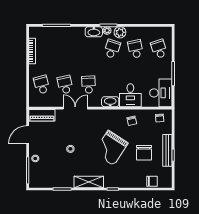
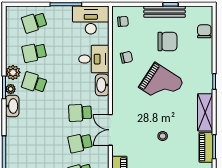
piano: (62, 183) -> (206, 147), added

